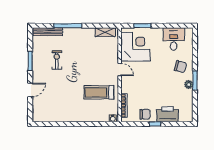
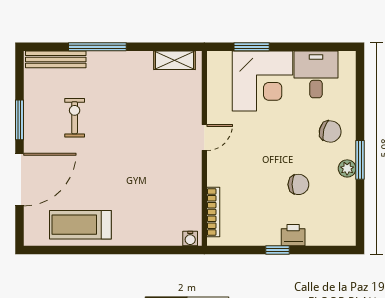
corner desk: (135, 47) -> (262, 81), moved, turned 90
door: (120, 70) -> (204, 137), hinge flipped
door: (30, 90) -> (20, 180), width x1.87
treadmill: (99, 92) -> (80, 225), moved
chair: (145, 114) -> (298, 184), moved
printer: (167, 114) -> (293, 235), width x0.53, depth x0.68

